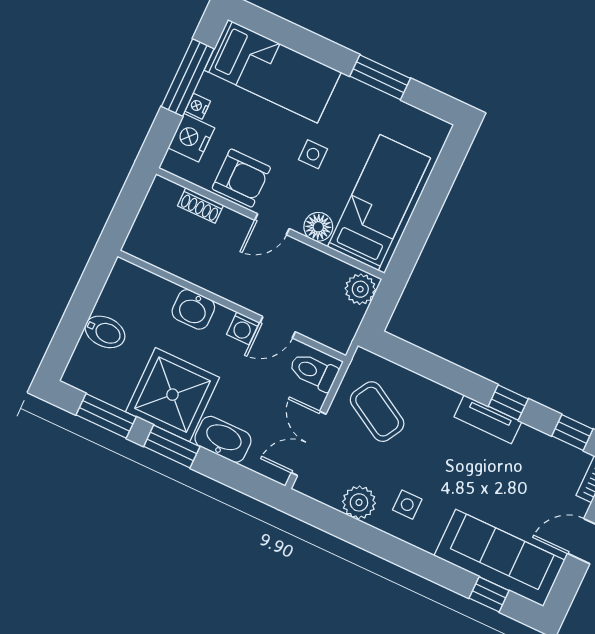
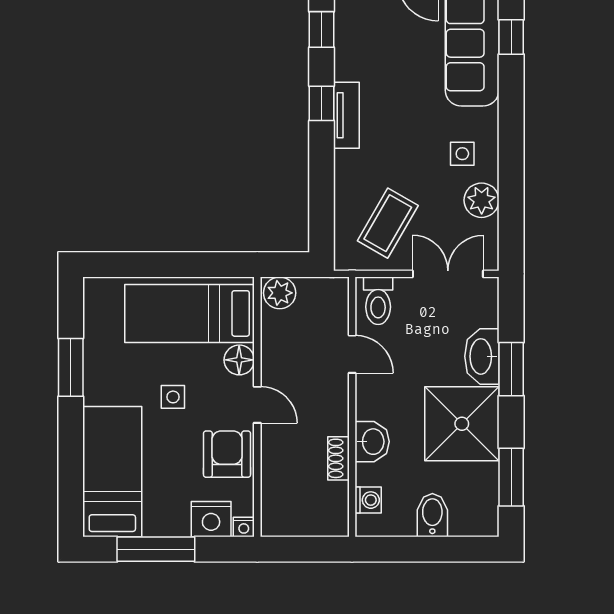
nightstand: (198, 106) -> (244, 527), moved
shoe rack: (201, 205) -> (338, 458), moved, turned 180
washing machine: (243, 328) -> (368, 500), moved
double door: (309, 443) -> (448, 274), swing flipped
window: (172, 446) -> (511, 369), moved

